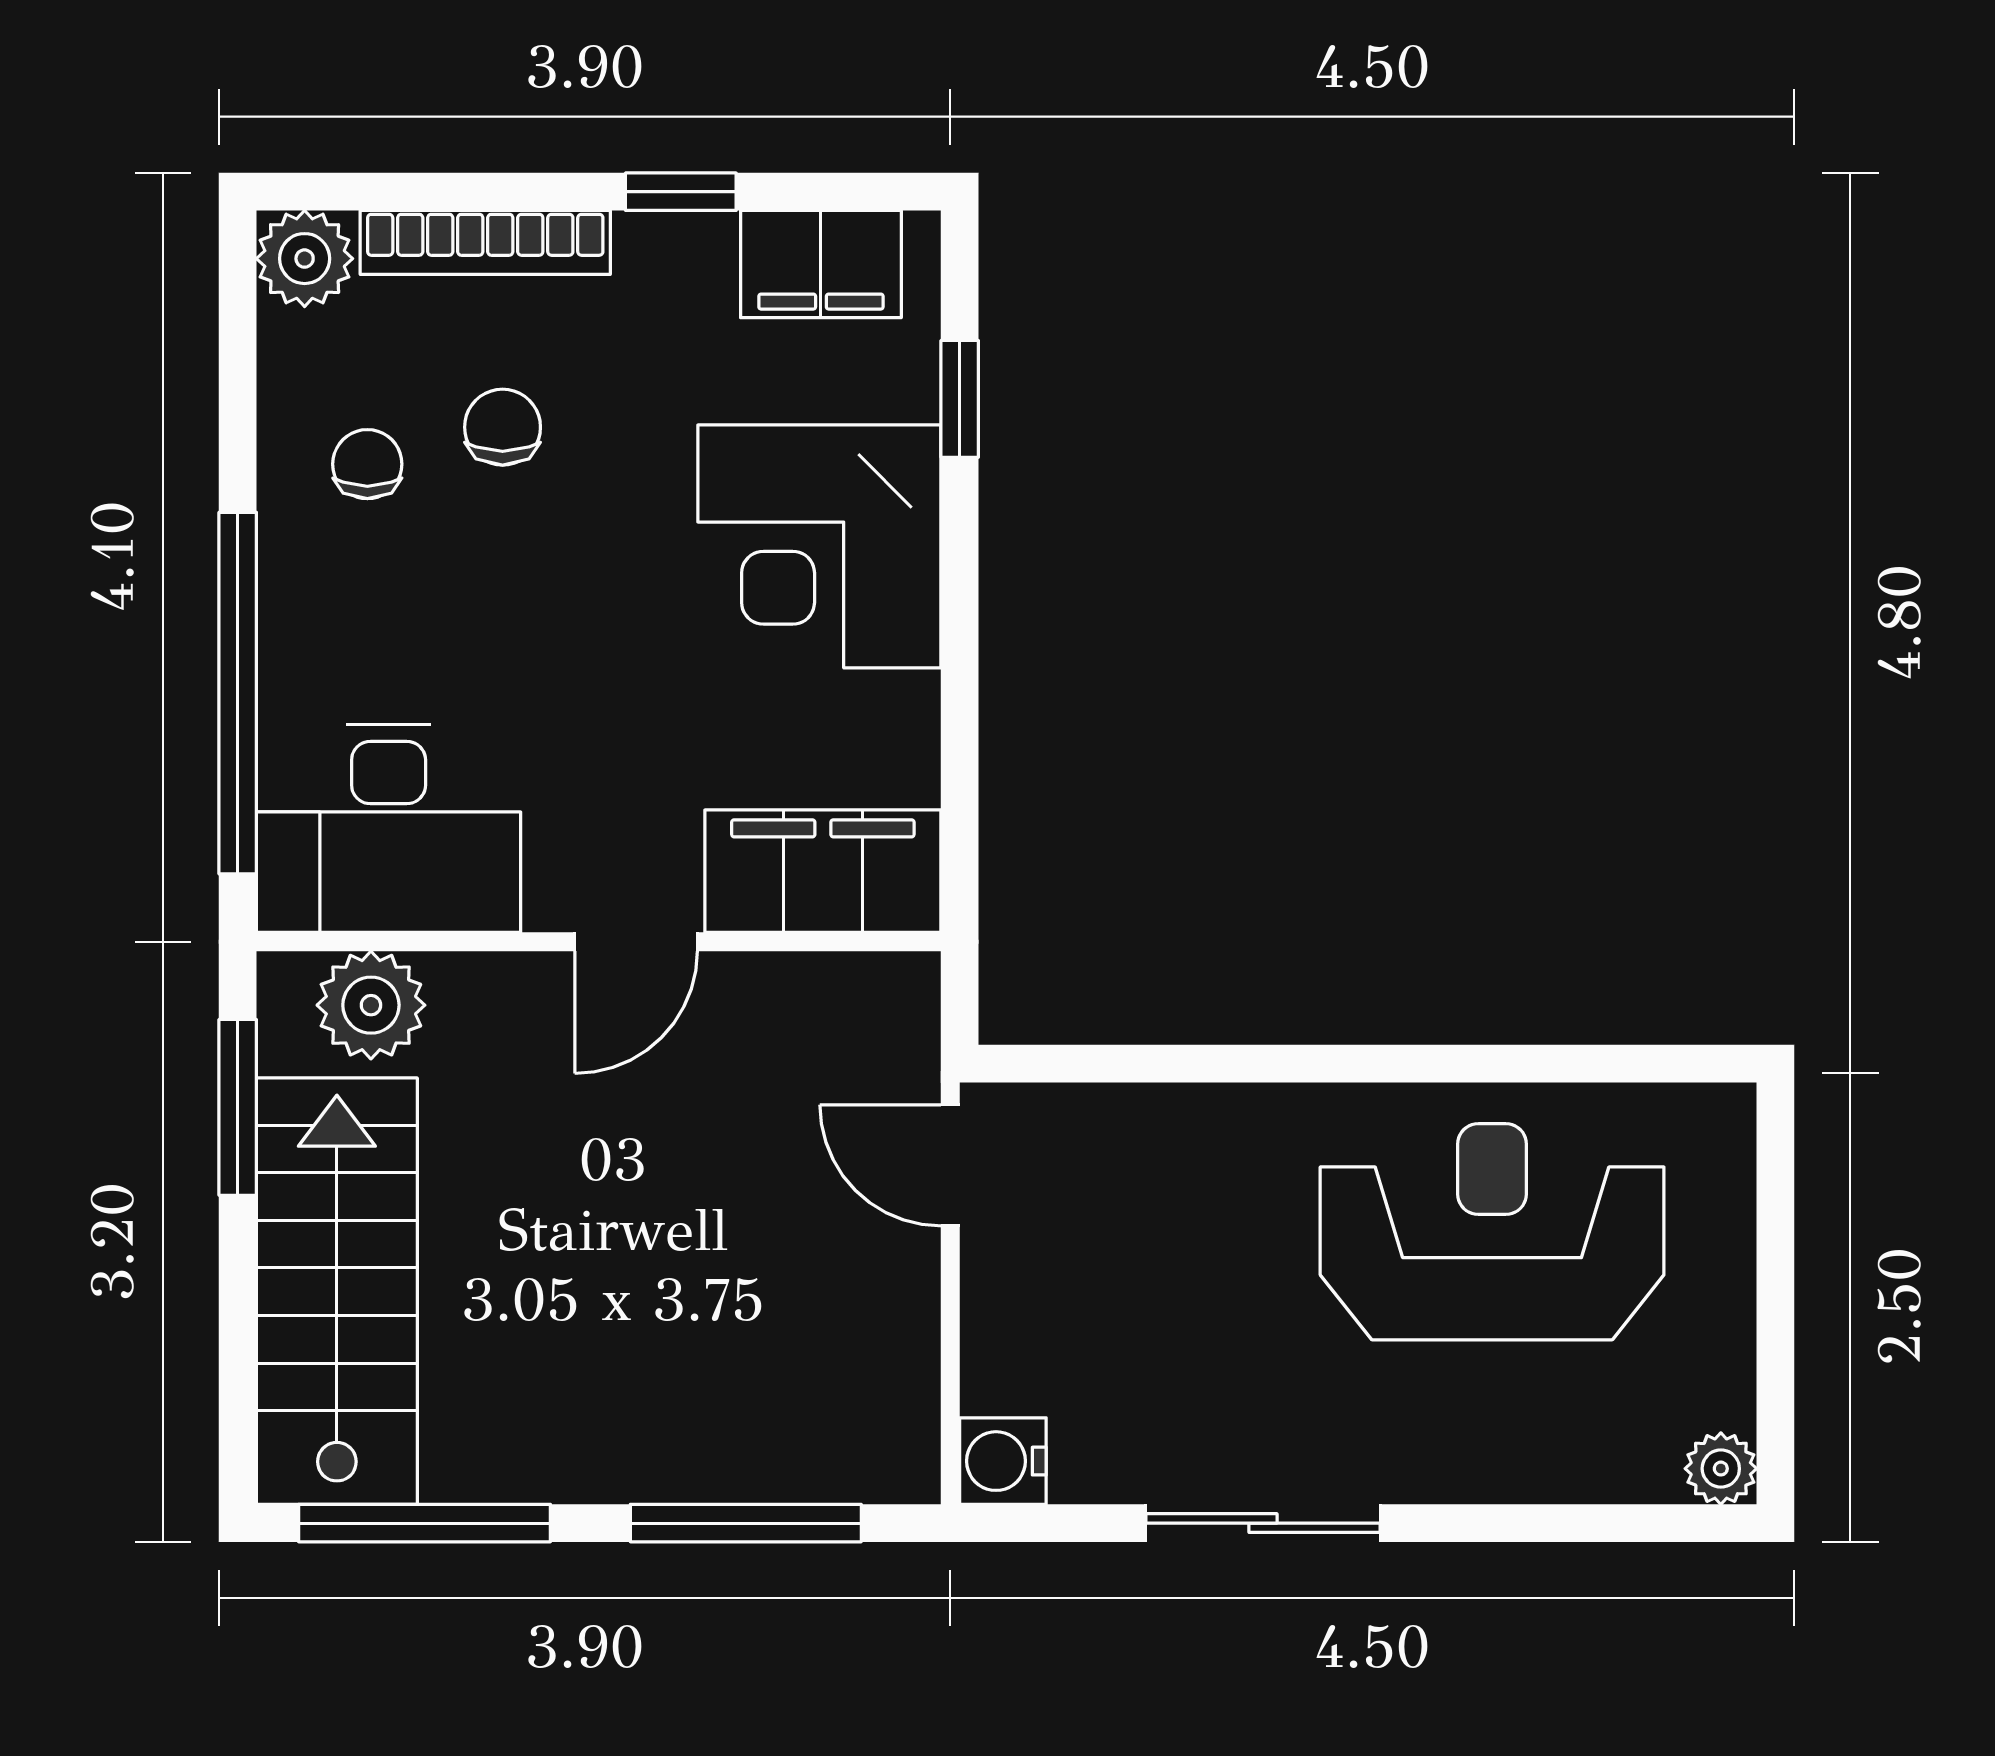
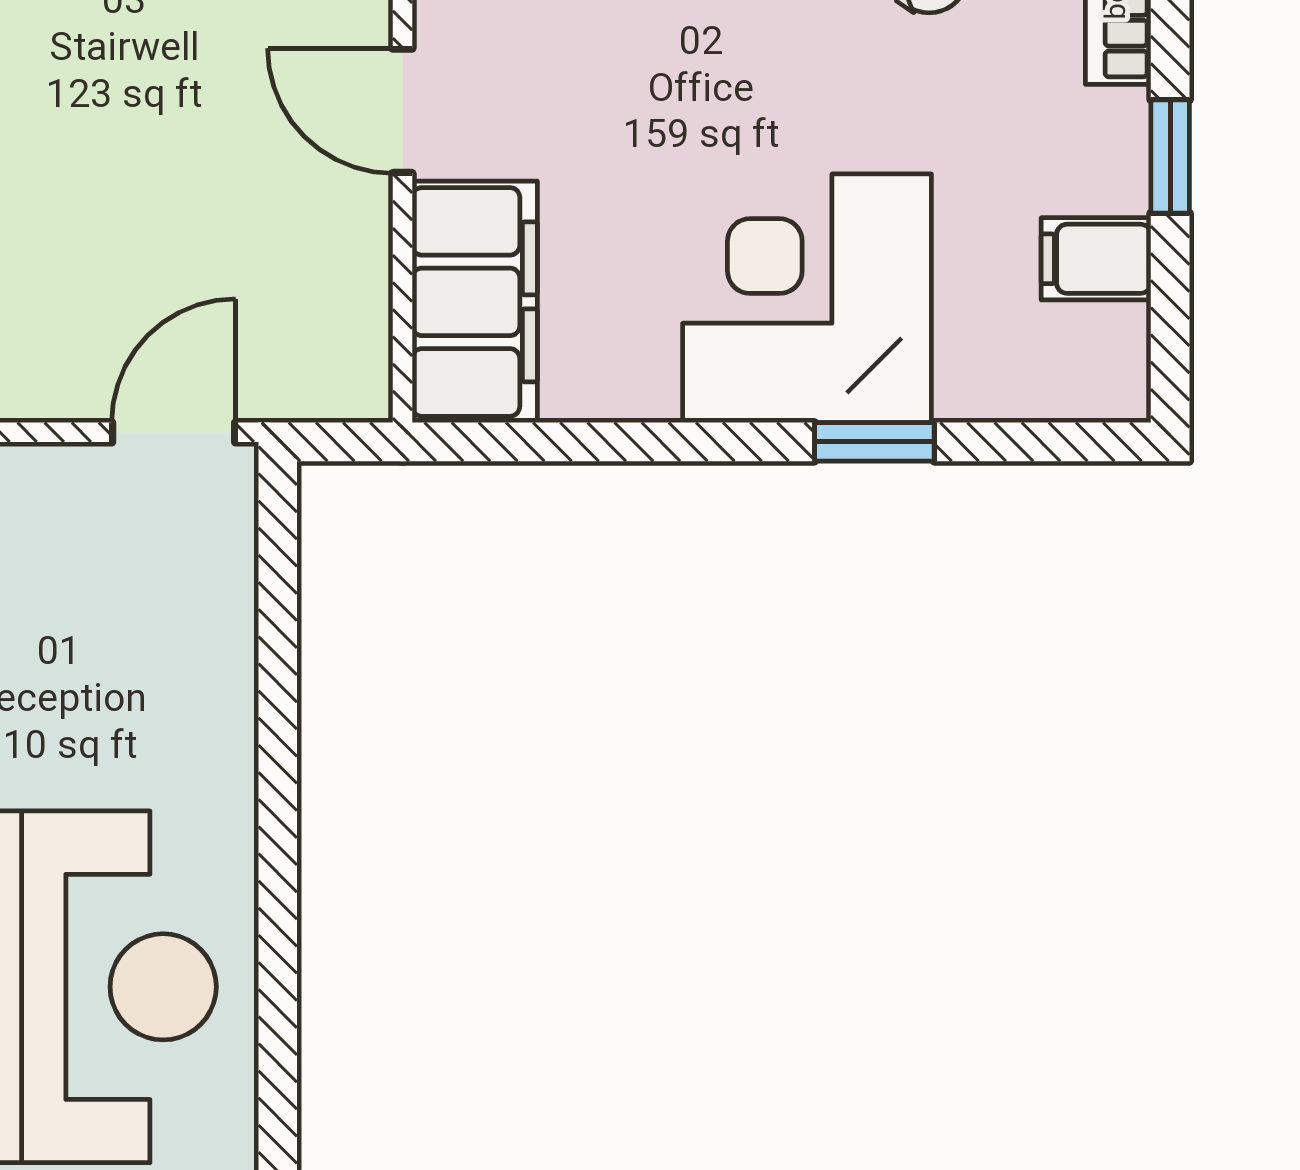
filing cabinet: (821, 264) -> (1096, 259), width x0.50
window: (960, 399) -> (874, 442), moved

